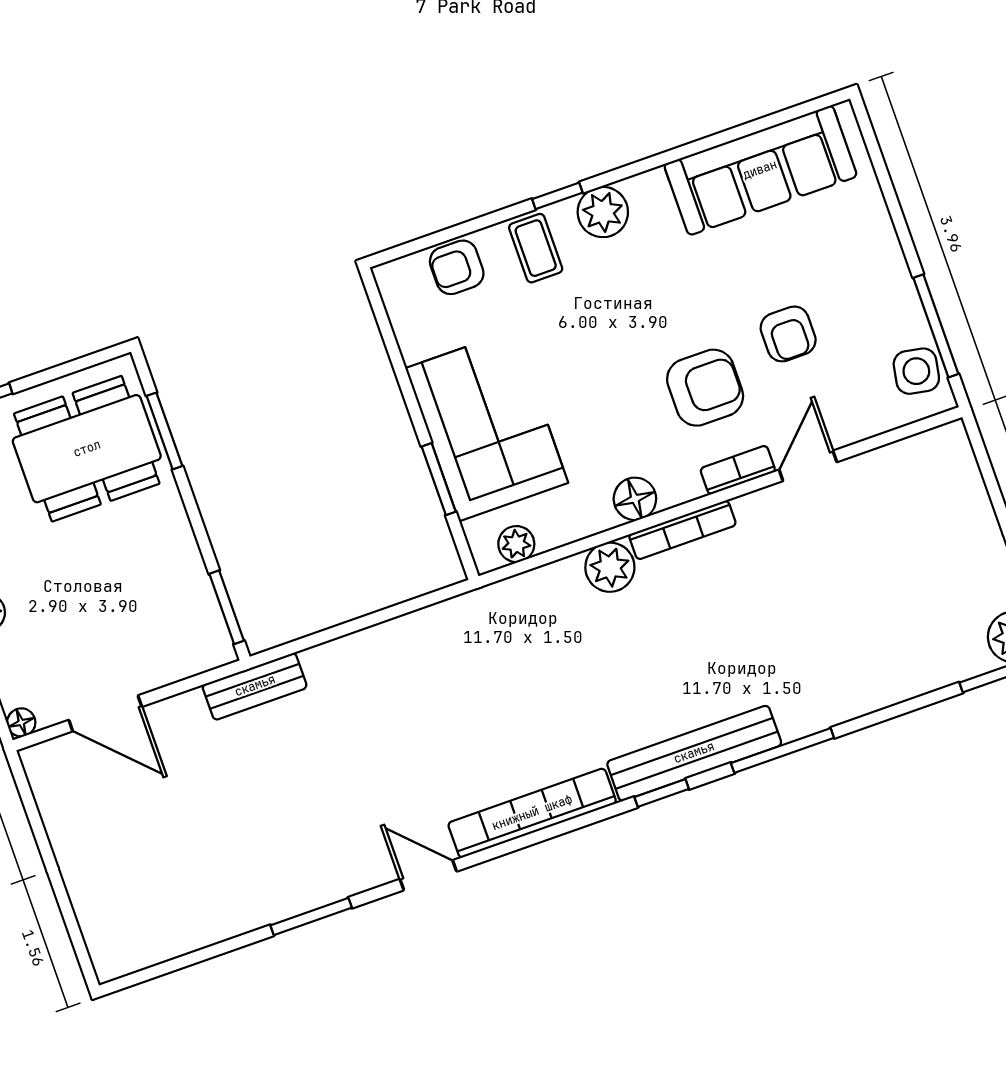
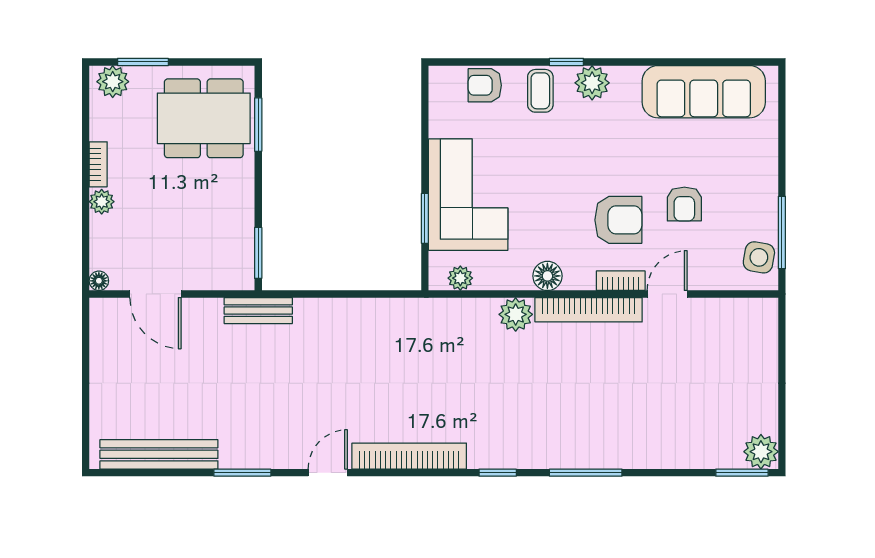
bookcase: (682, 530) -> (589, 310), width x1.48, depth x1.31
bench: (694, 753) -> (159, 454), moved
door: (428, 875) -> (328, 473), hinge flipped

